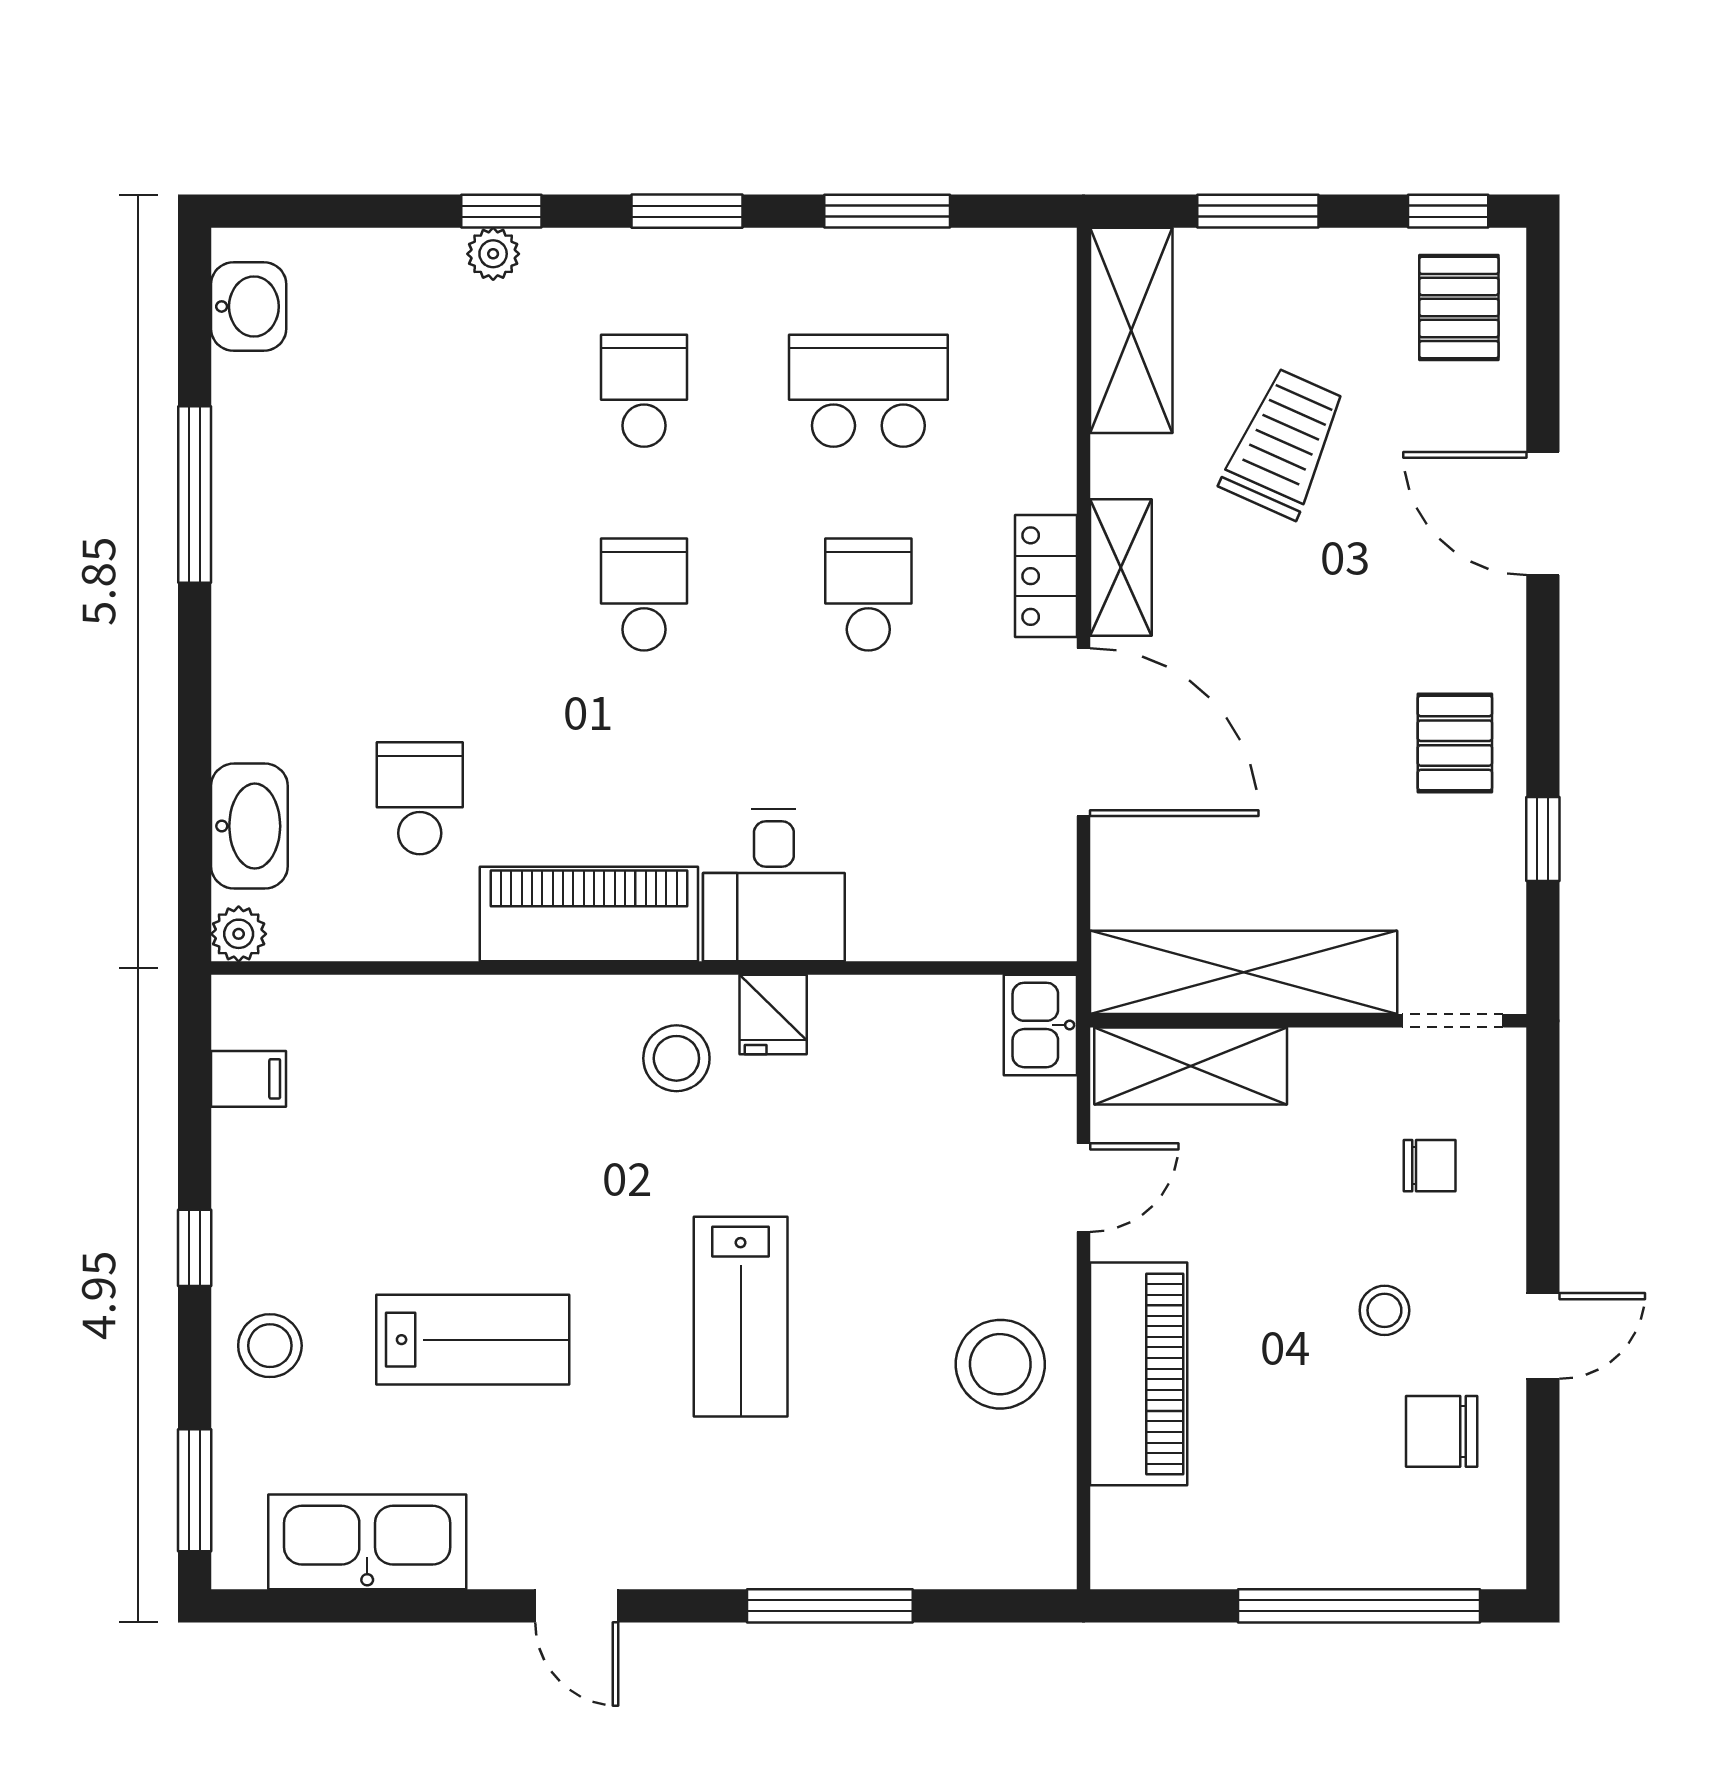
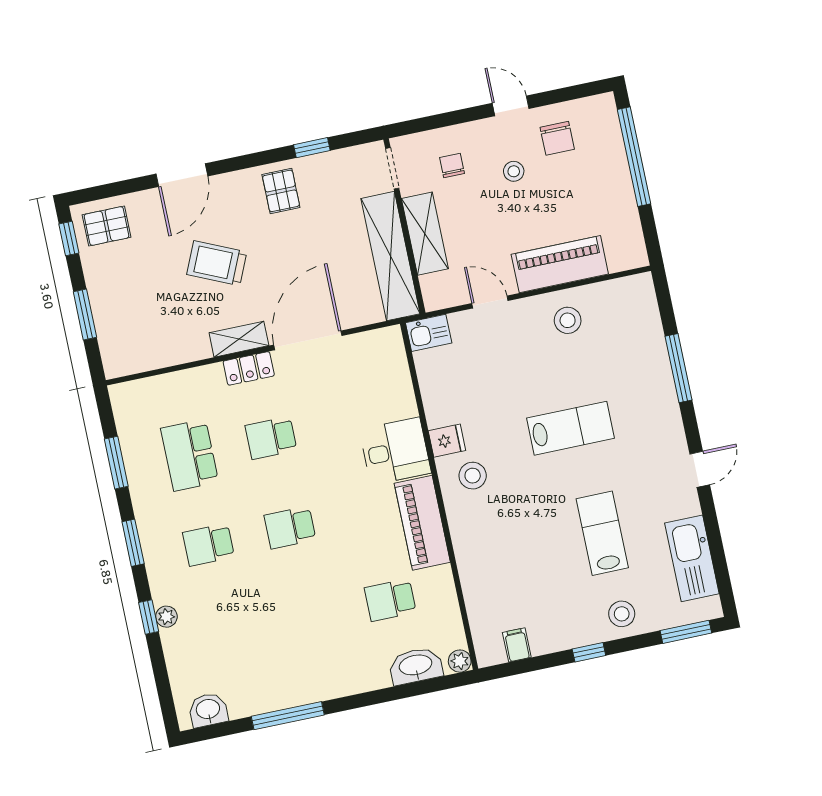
shelving: (1131, 330) -> (143, 355), removed
trolley: (1284, 443) -> (217, 263), moved
pallet: (1455, 743) -> (281, 191), turned 90
shelving: (1191, 1066) -> (425, 234), moved
stool: (1000, 1364) -> (568, 320), width x0.73, depth x0.73

